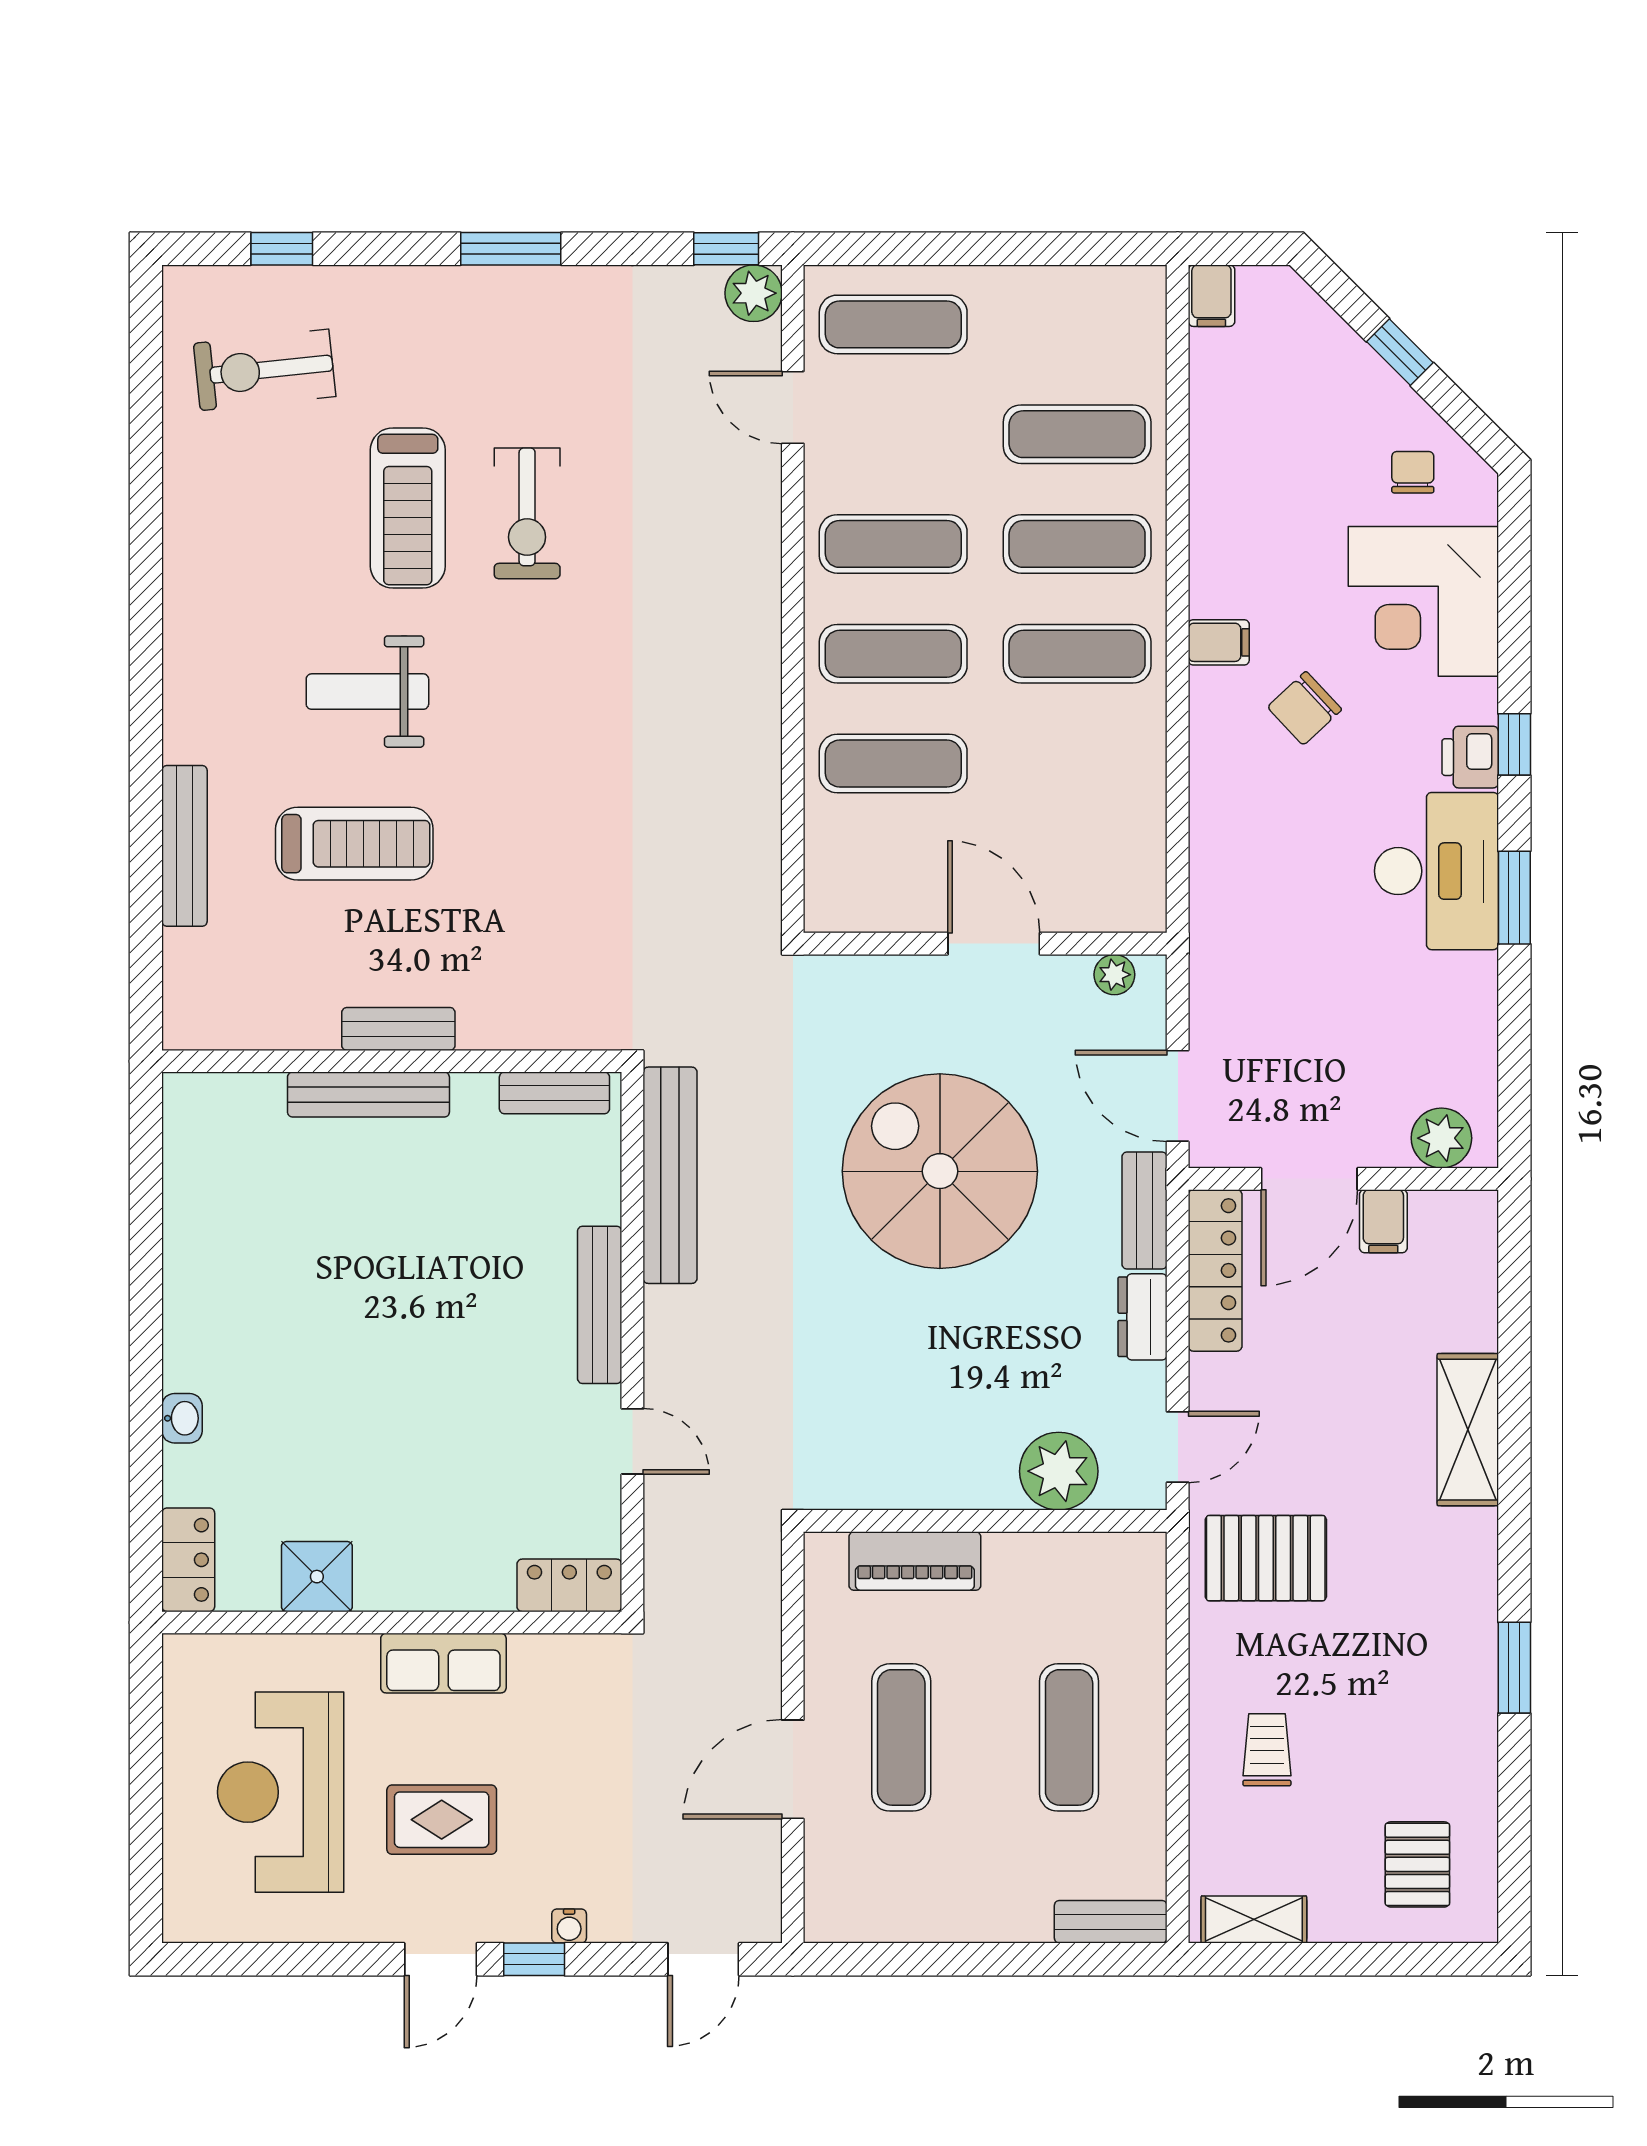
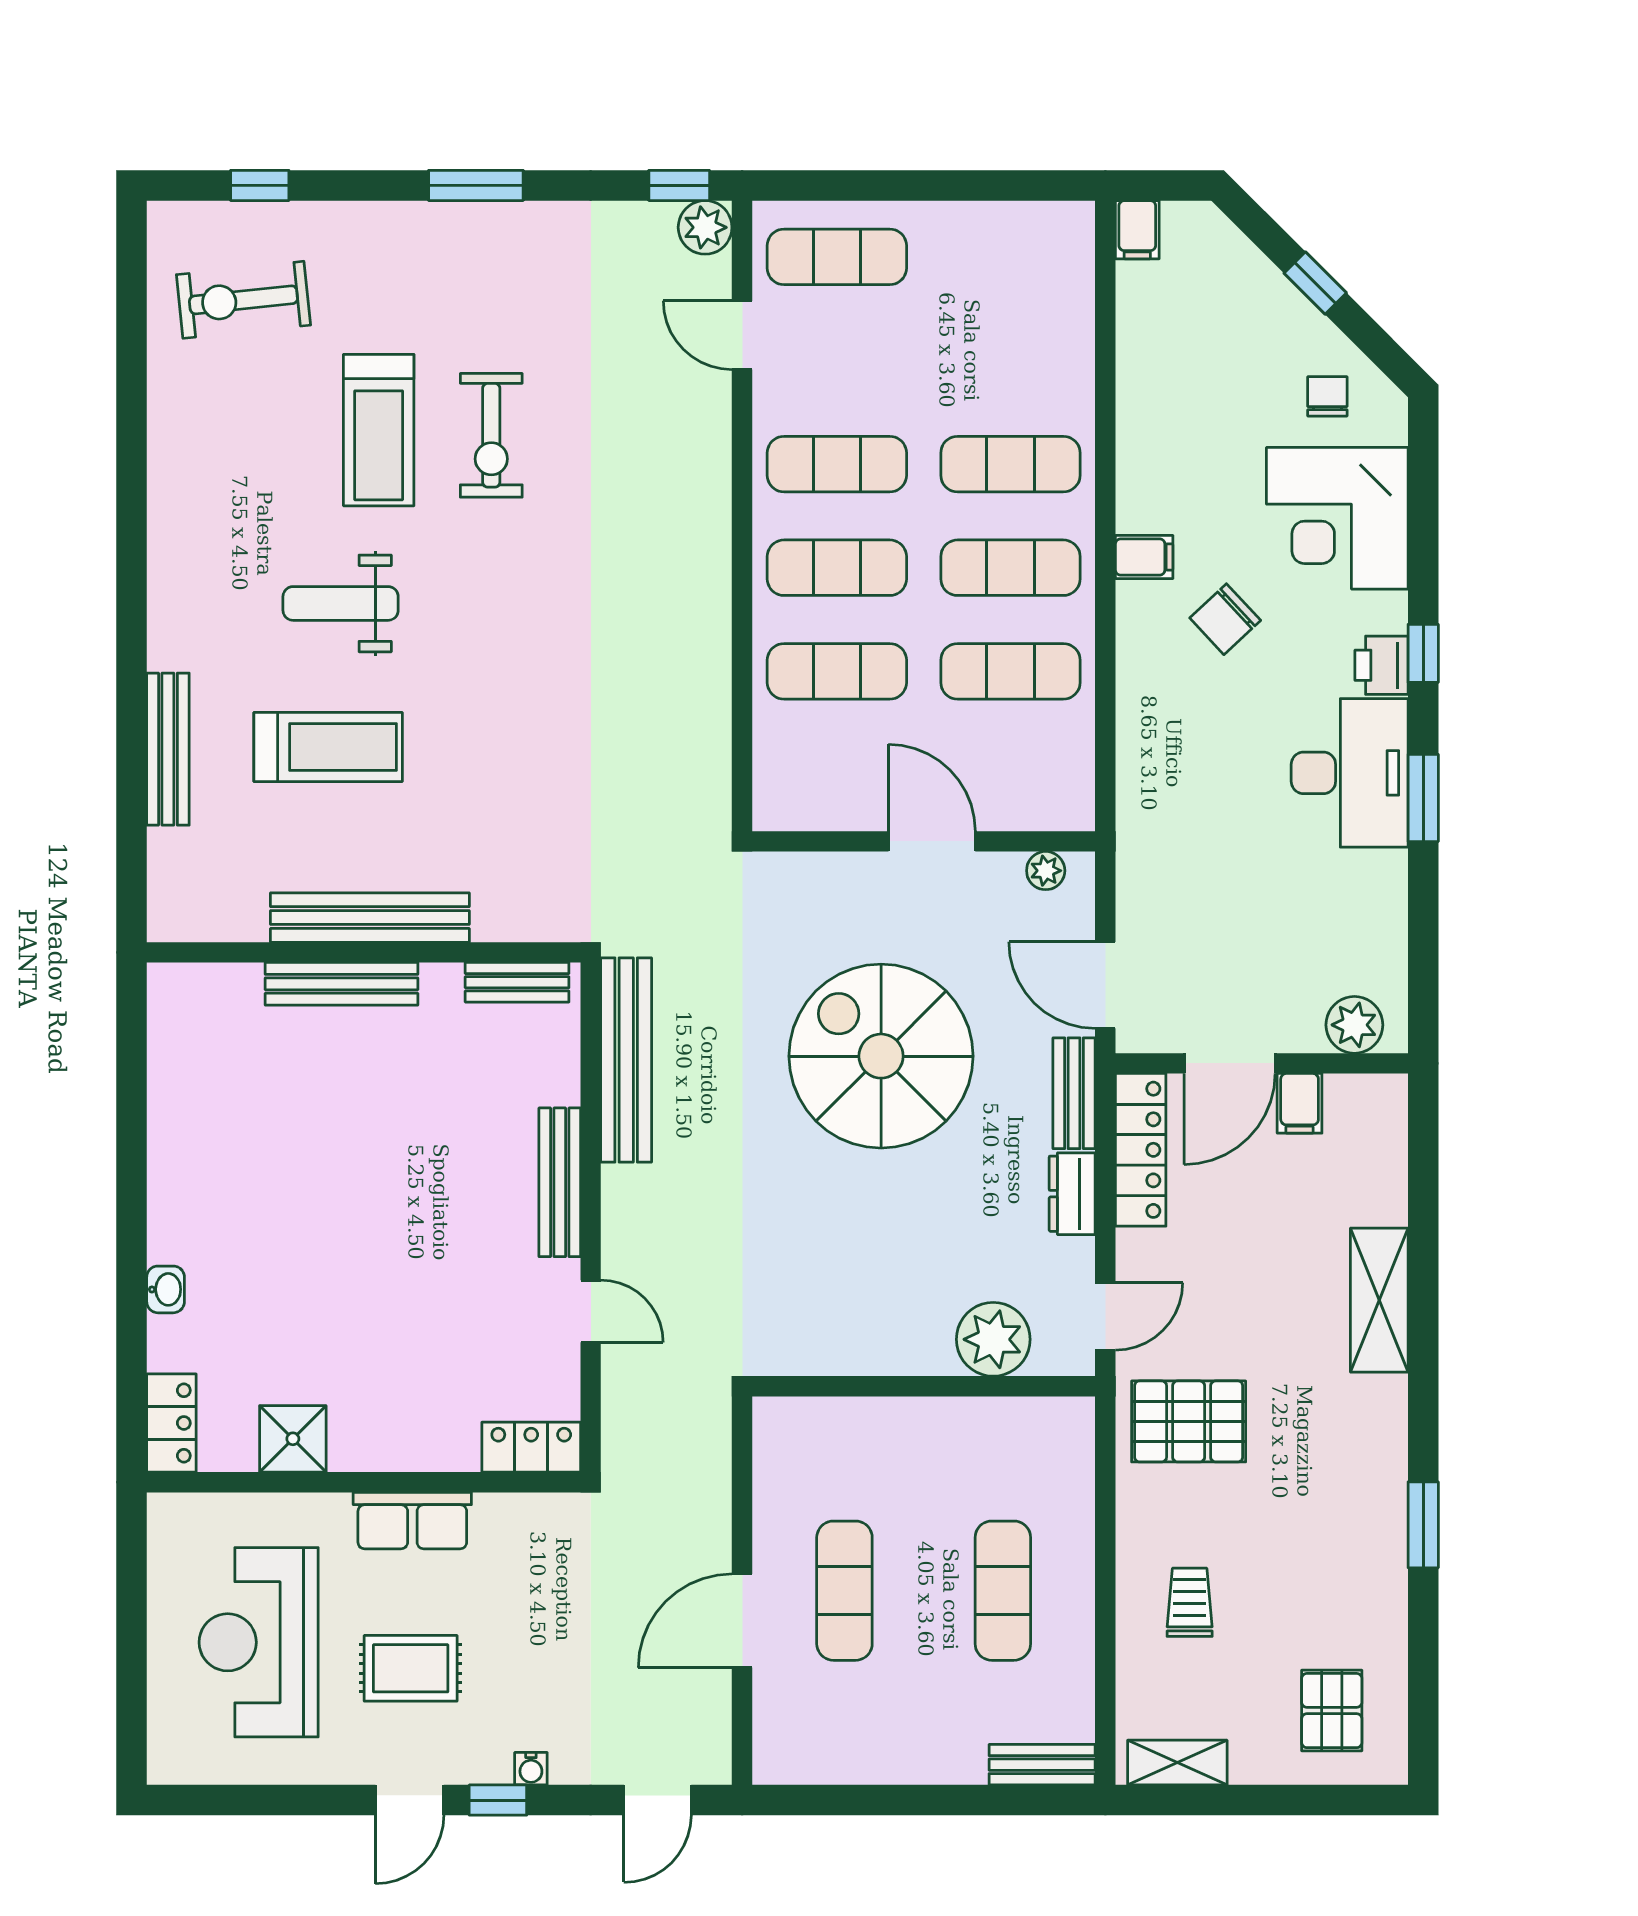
exercise mat: (1077, 434) -> (1010, 671), moved
bench: (398, 1029) -> (370, 918), width x1.86, depth x1.21
piano: (915, 1561) -> (857, 1424), removed

